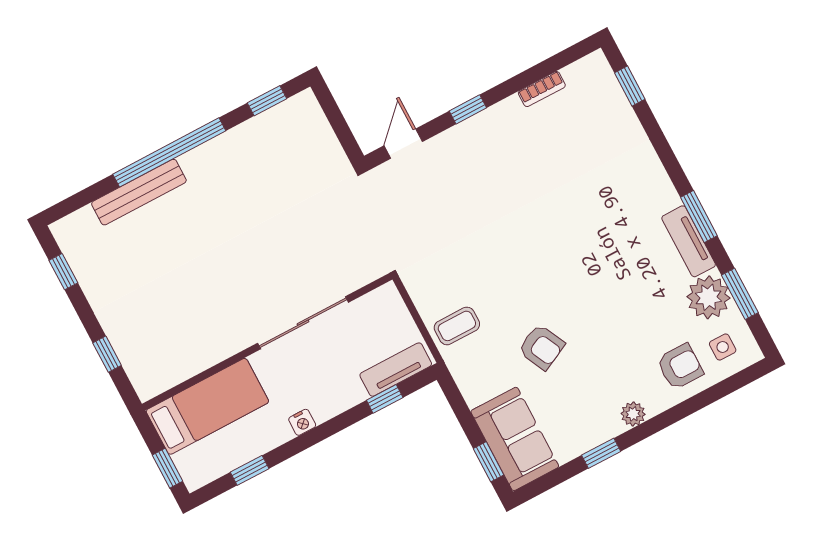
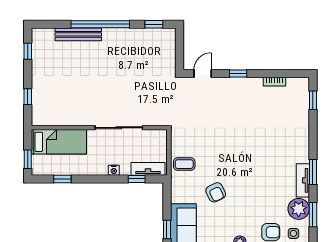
nightstand: (302, 422) -> (114, 170), moved

